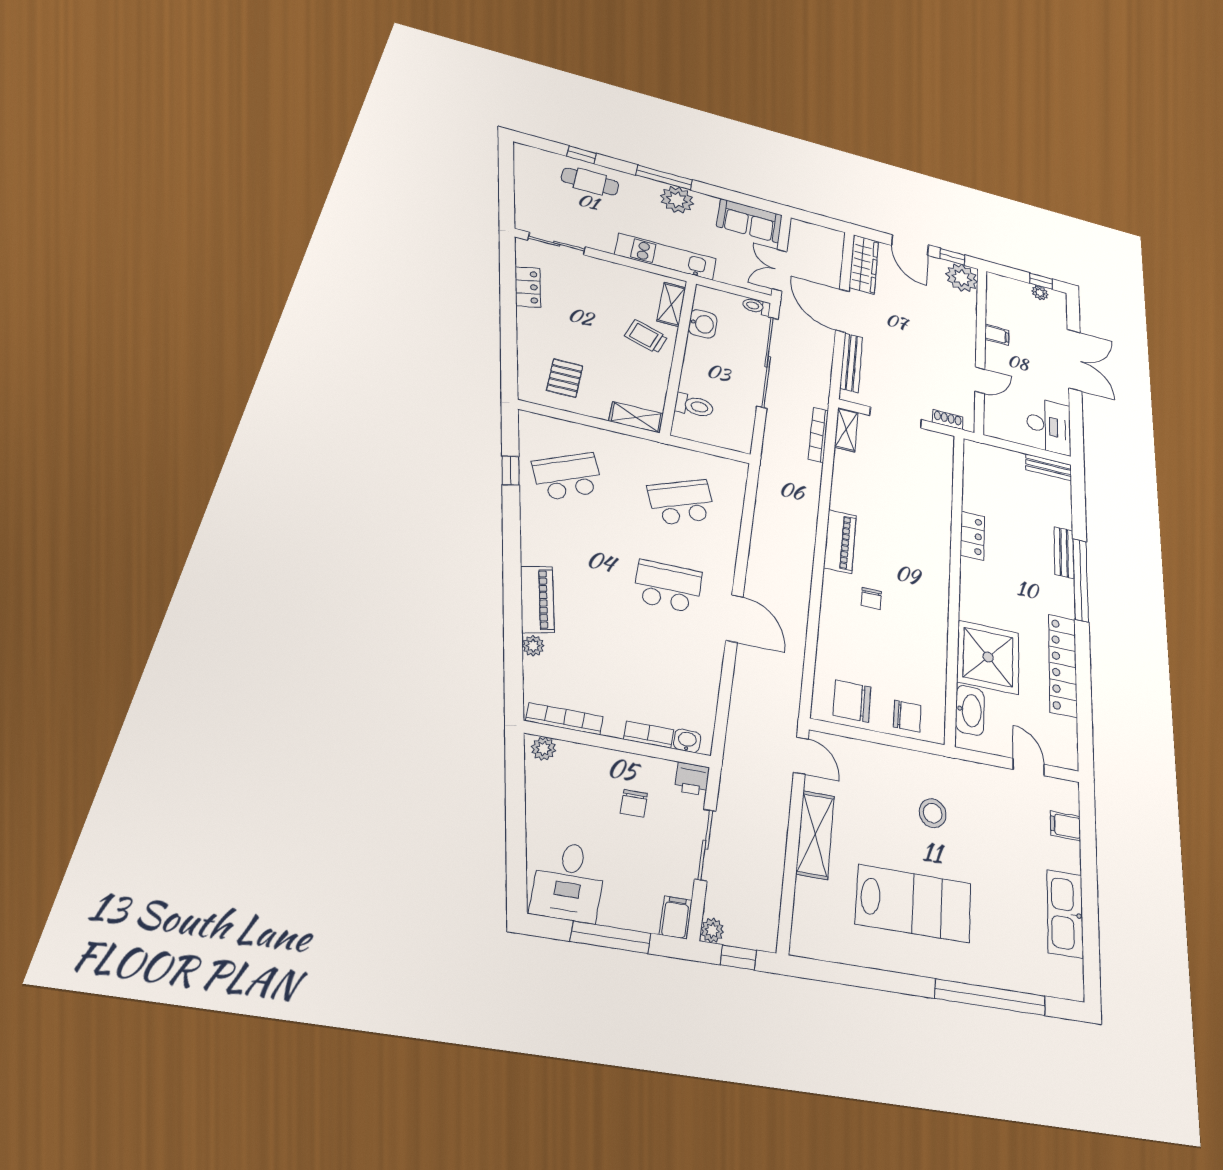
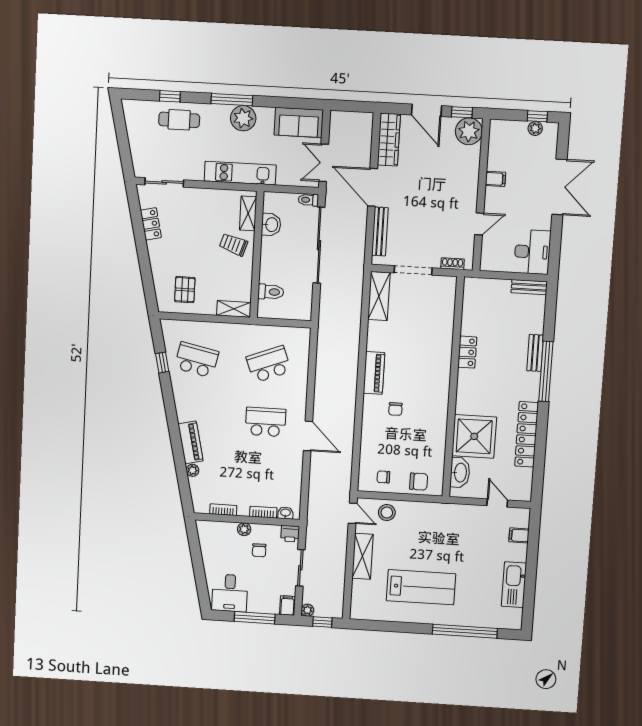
shelving: (846, 430) -> (379, 296), width x1.50, depth x1.33
bookcase: (818, 435) -> (357, 296), removed
school desk: (568, 476) -> (197, 360), turned 36
chair: (852, 701) -> (383, 477), width x0.54, depth x0.54
bookcase: (565, 719) -> (223, 510), width x0.64
plant: (544, 749) -> (244, 529), moved
stool: (933, 813) -> (387, 512), moved

